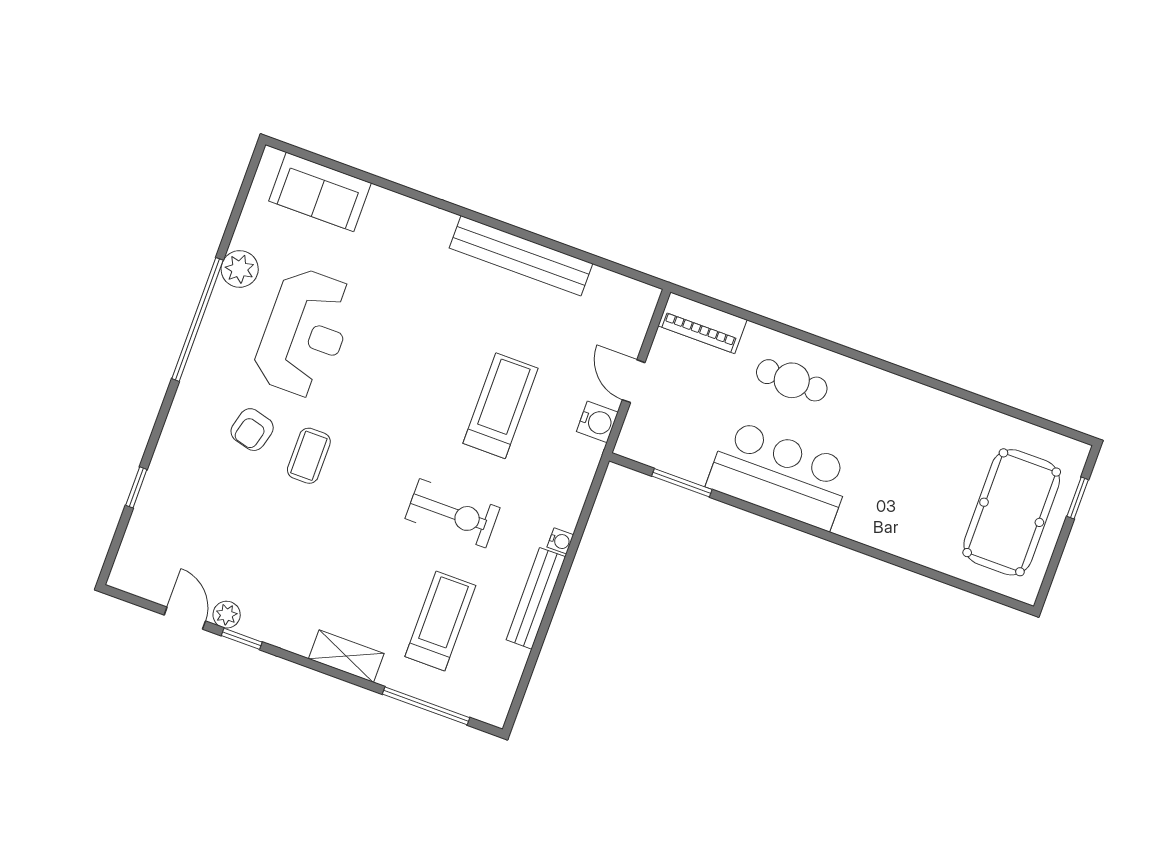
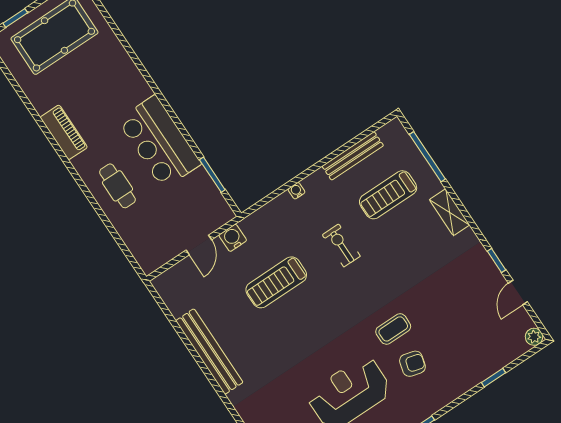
piano: (702, 323) -> (64, 132), moved
exercise bike: (453, 513) -> (341, 245), width x0.73, depth x0.72
bench: (536, 598) -> (353, 156), moved
plant: (227, 615) -> (534, 337), moved

